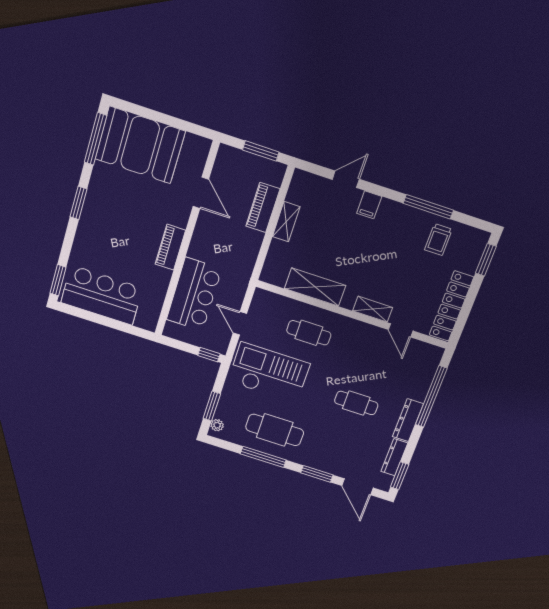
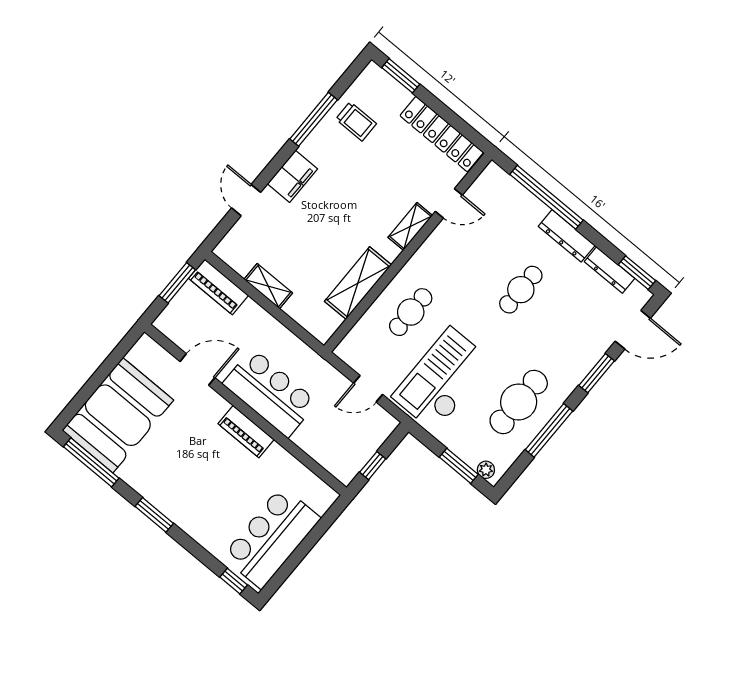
filing cabinet: (369, 205) -> (292, 176), width x2.00
piano: (263, 208) -> (219, 287), moved
window: (58, 280) -> (234, 581), width x0.67
bar counter: (194, 294) -> (270, 393), moved
window: (209, 355) -> (373, 466), moved

